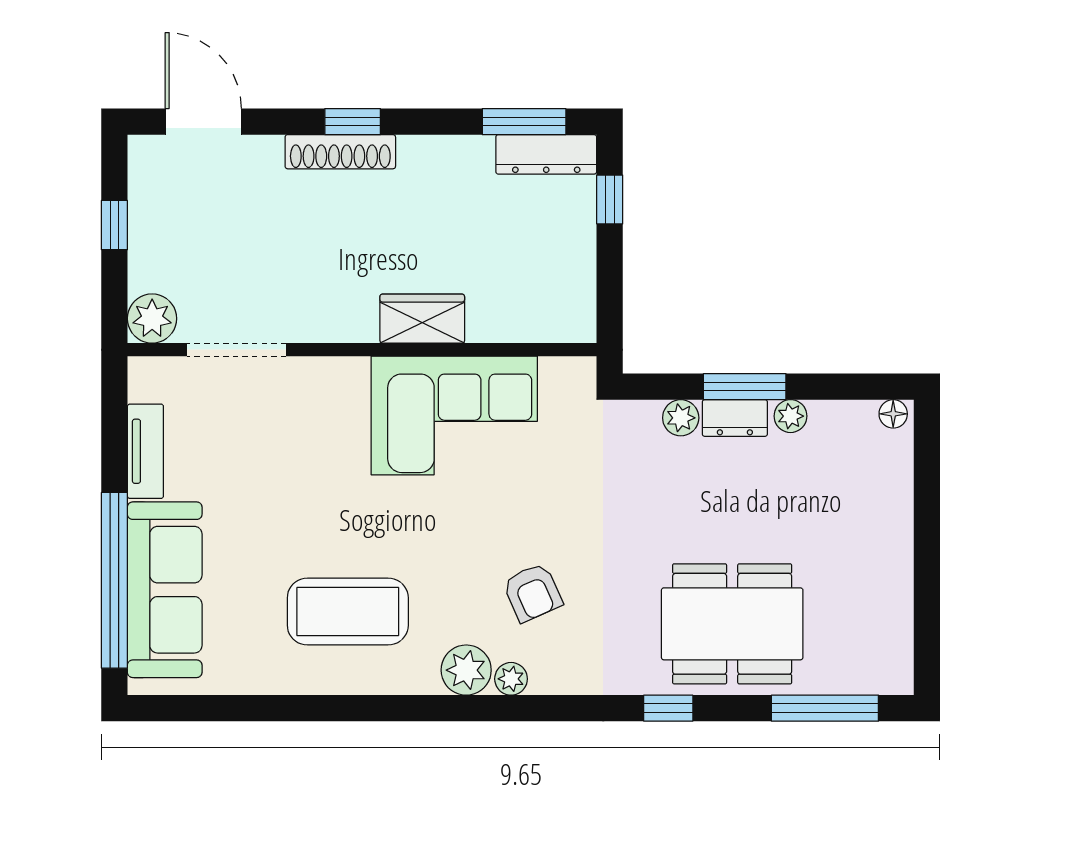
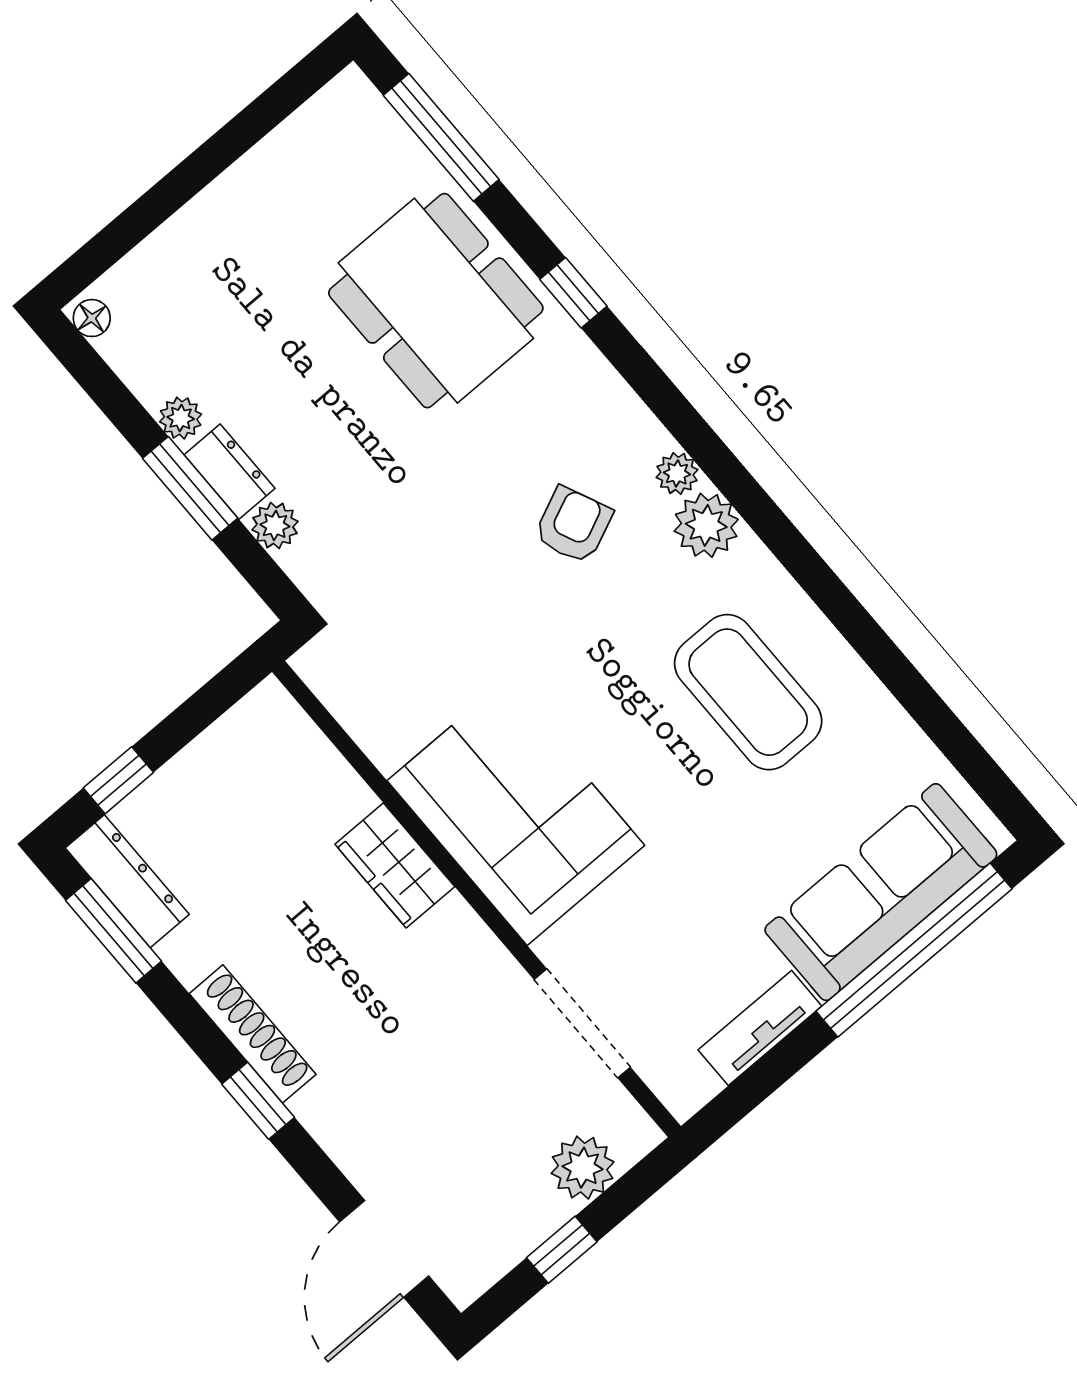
shoe rack: (340, 152) -> (253, 1034), moved
plant: (152, 319) -> (583, 1168), moved
corner sofa: (454, 416) -> (516, 813), moved

